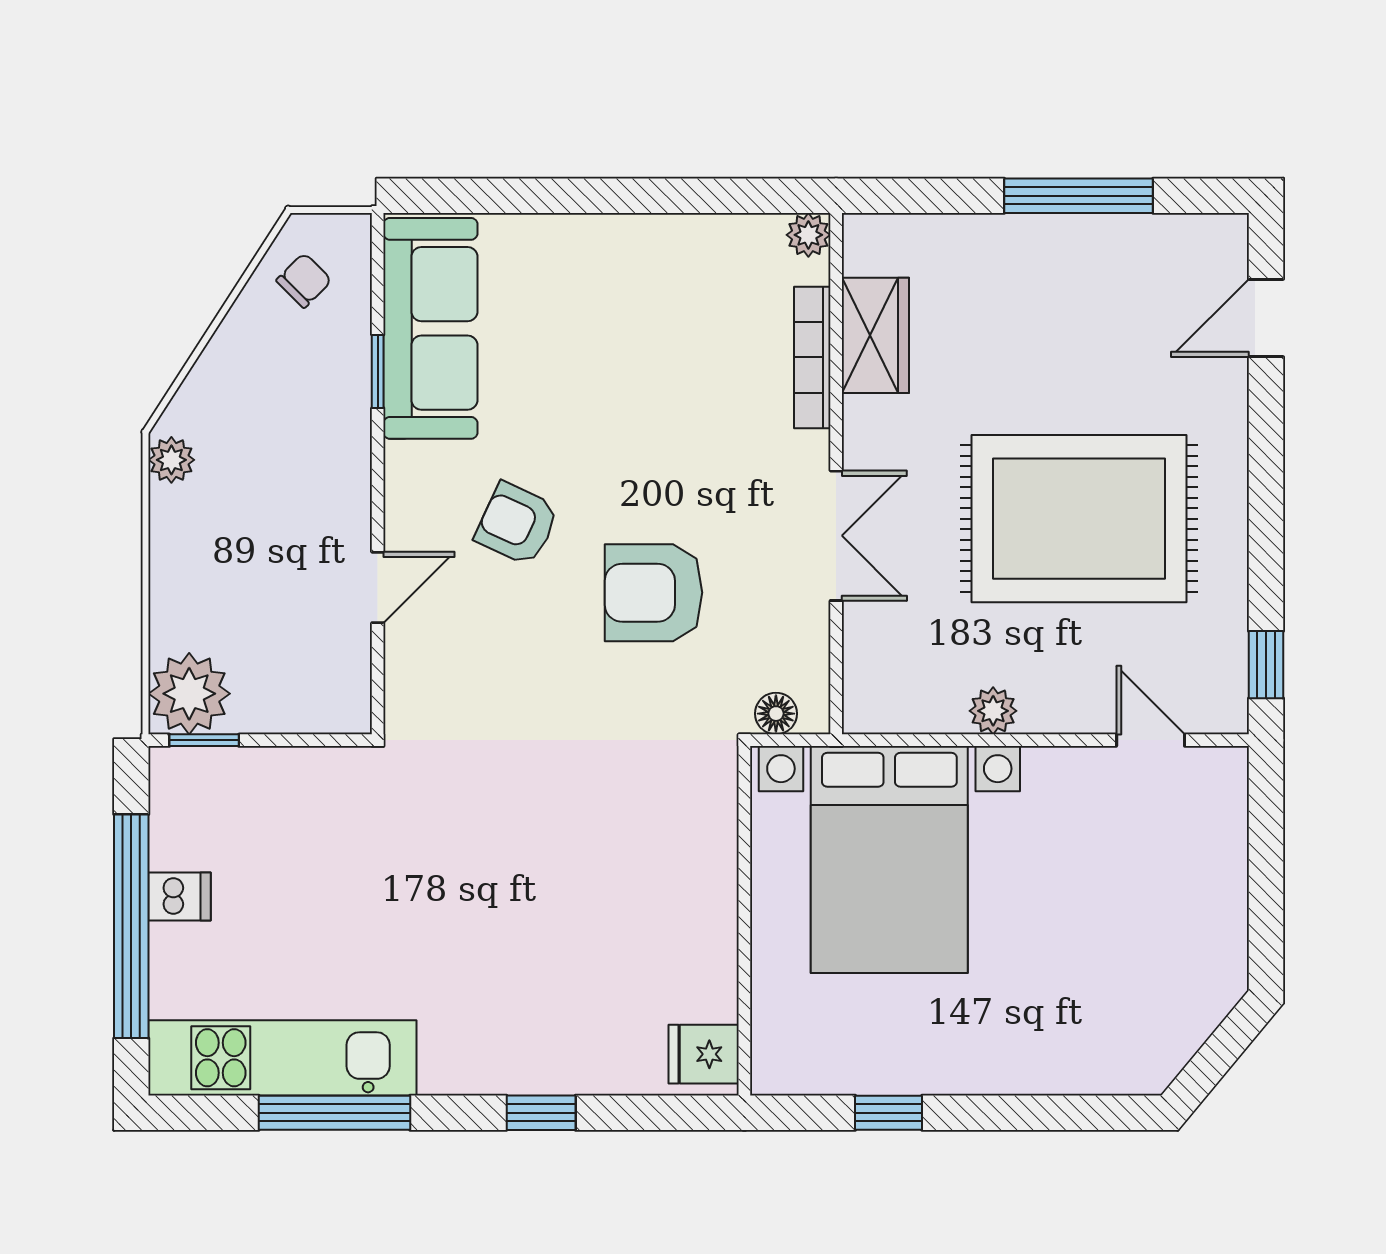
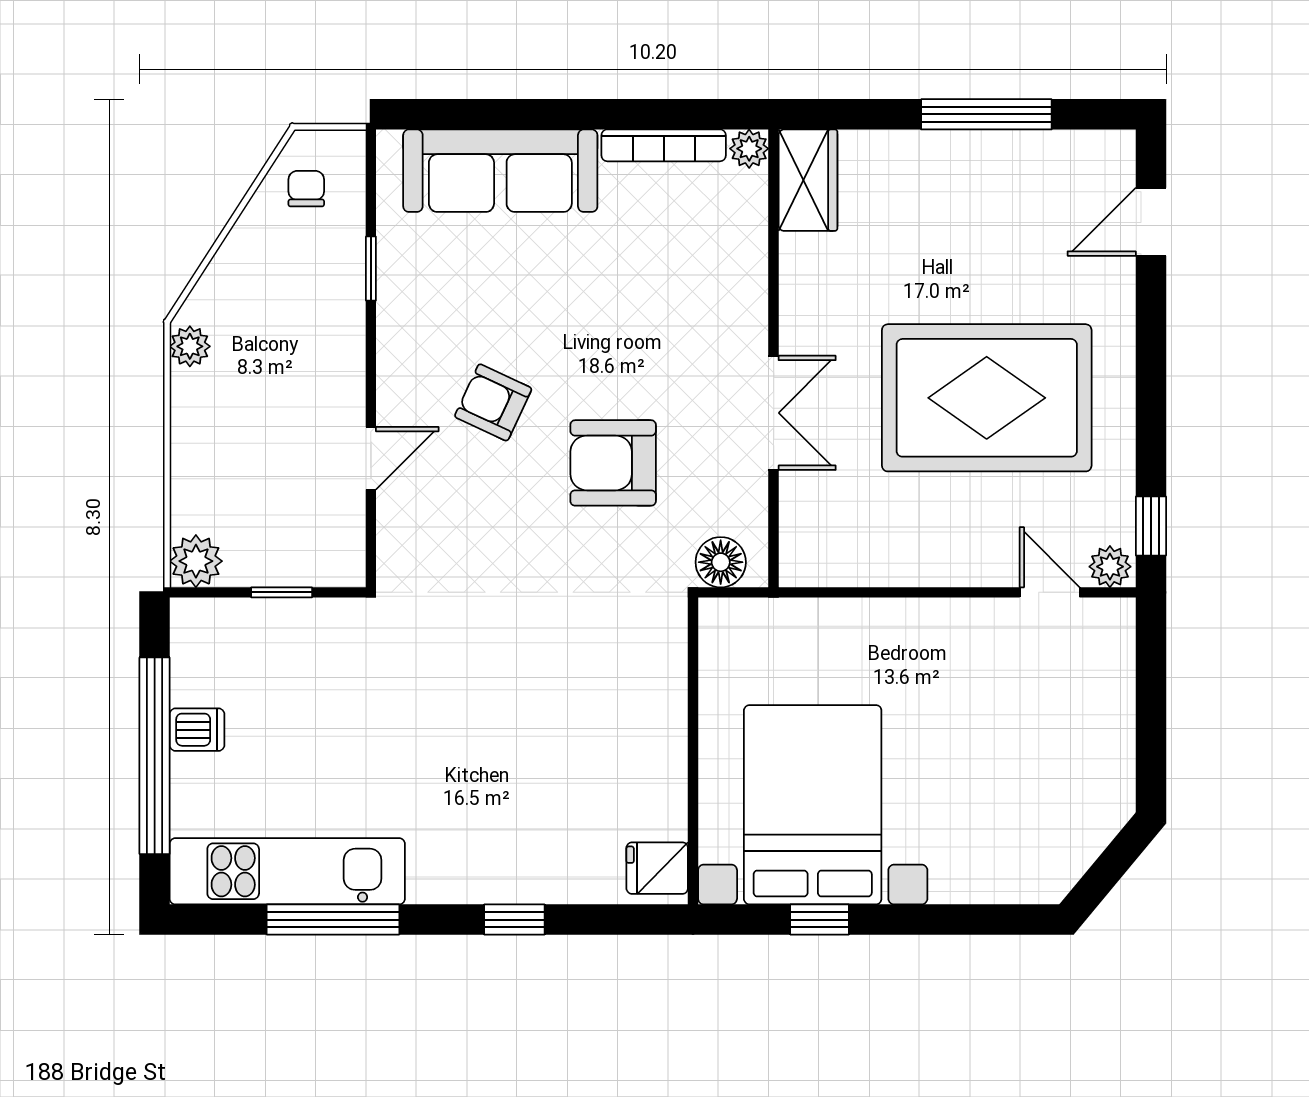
chair: (304, 280) -> (306, 189), turned -45
sofa: (430, 328) -> (500, 171), moved, turned 90
wardrobe: (875, 335) -> (808, 180), moved
bookcase: (812, 357) -> (664, 145), moved, turned -90
plant: (189, 694) -> (196, 561), width x0.73, depth x0.73
plant: (993, 711) -> (1110, 567), moved
floor lamp: (776, 714) -> (721, 562), width x1.37, depth x1.37
window: (204, 740) -> (282, 592), moved
bed with nightstands: (889, 859) -> (813, 805), moved, turned 180

